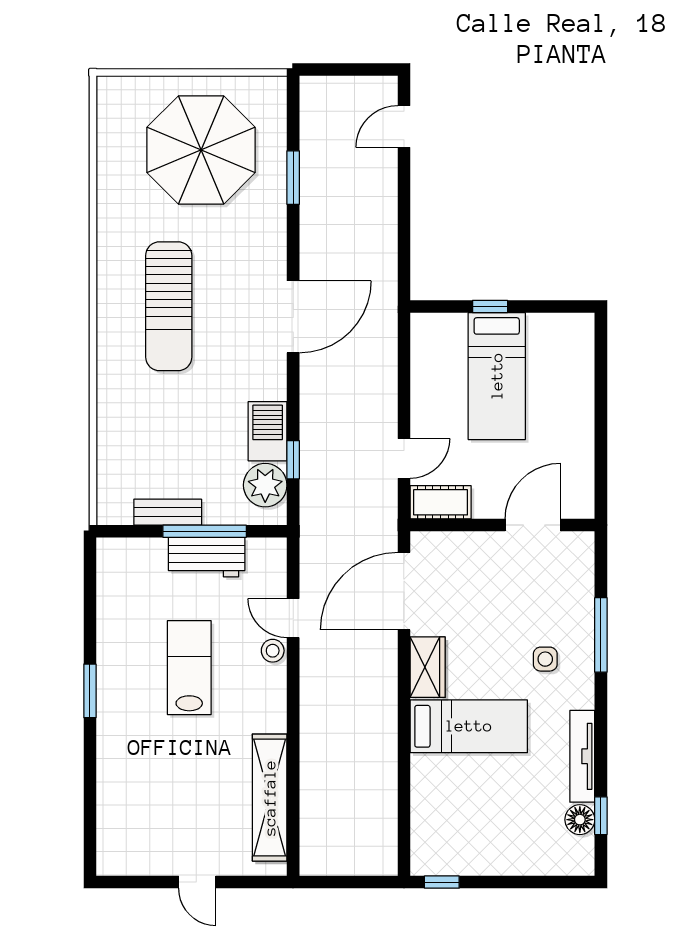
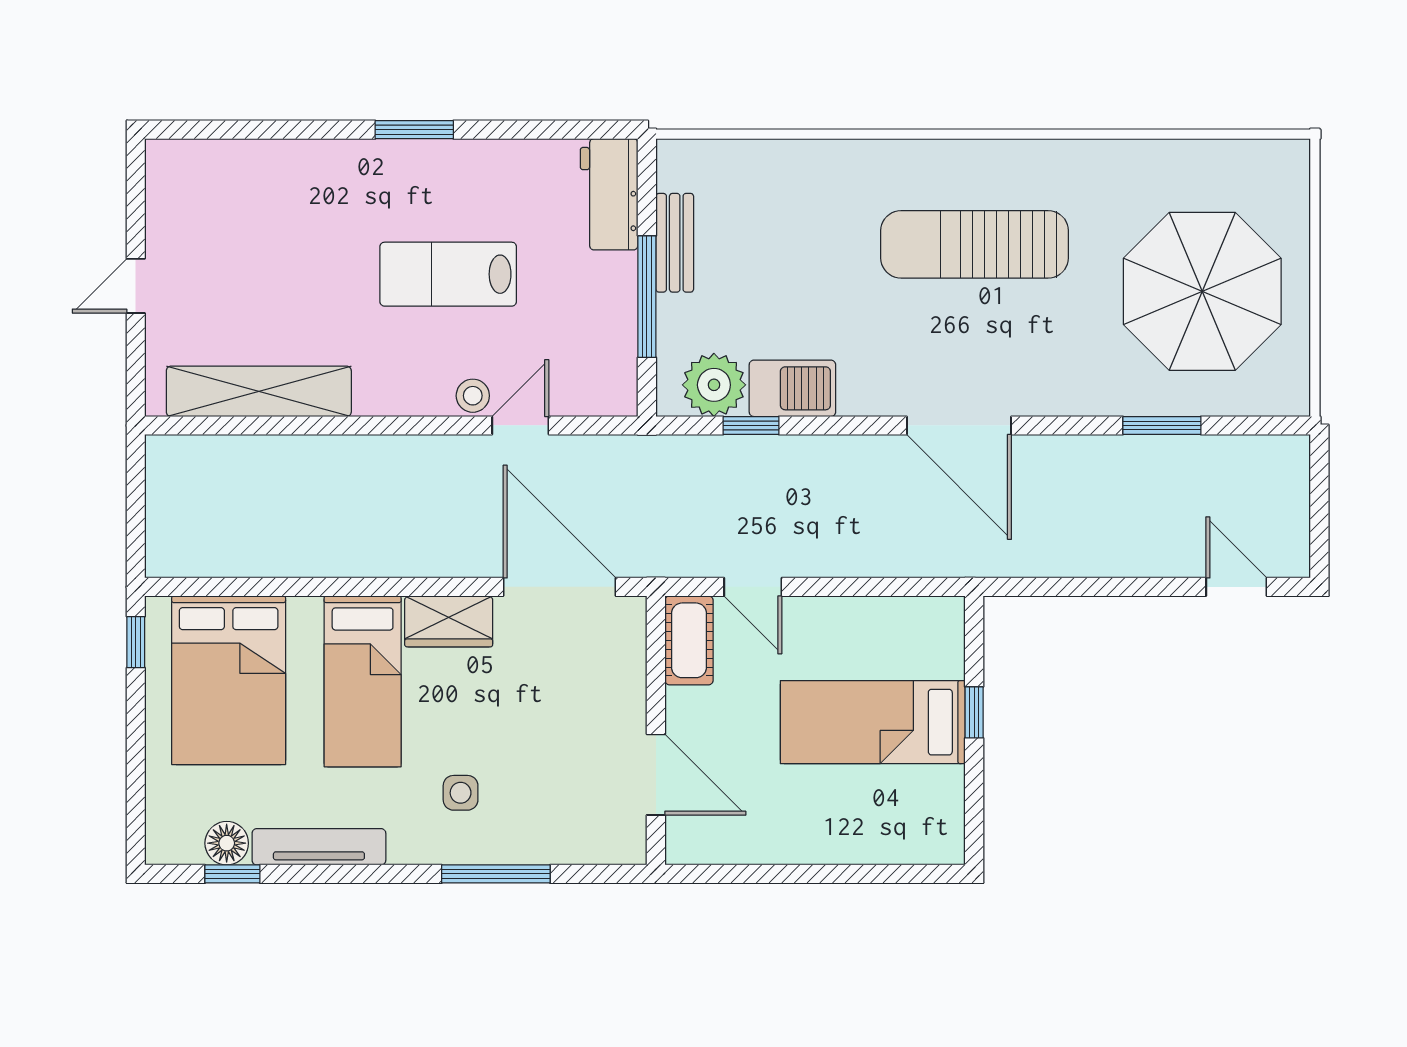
workbench: (207, 557) -> (609, 194), moved
lab bench: (189, 668) -> (448, 274), turned 180
bed: (468, 818) -> (229, 680), added

